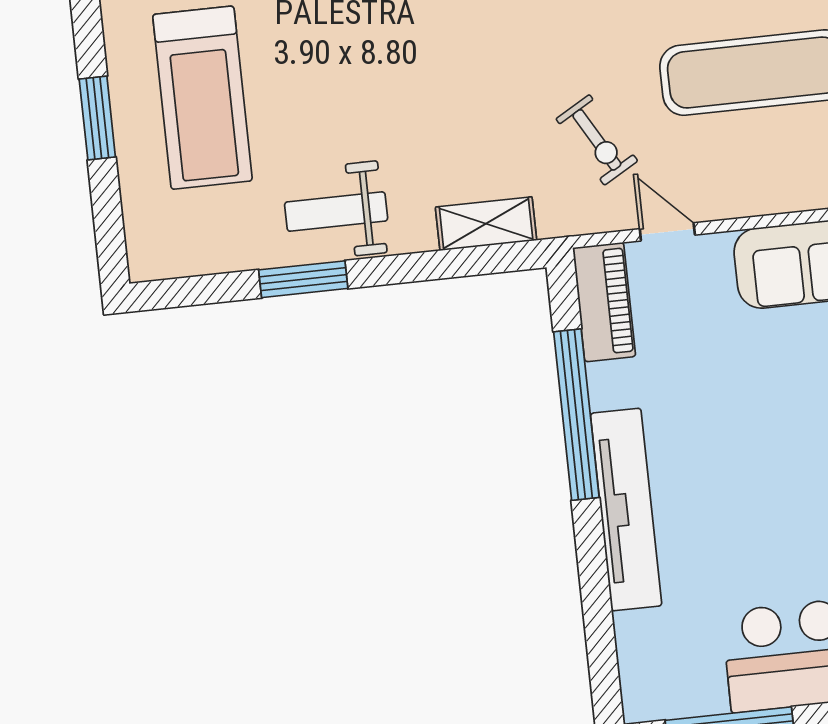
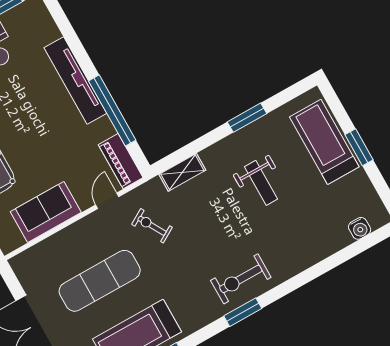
treadmill: (202, 98) -> (324, 142), moved
weight bench: (336, 212) -> (261, 183), moved, turned 90
door: (667, 232) -> (107, 201), swing flipped

